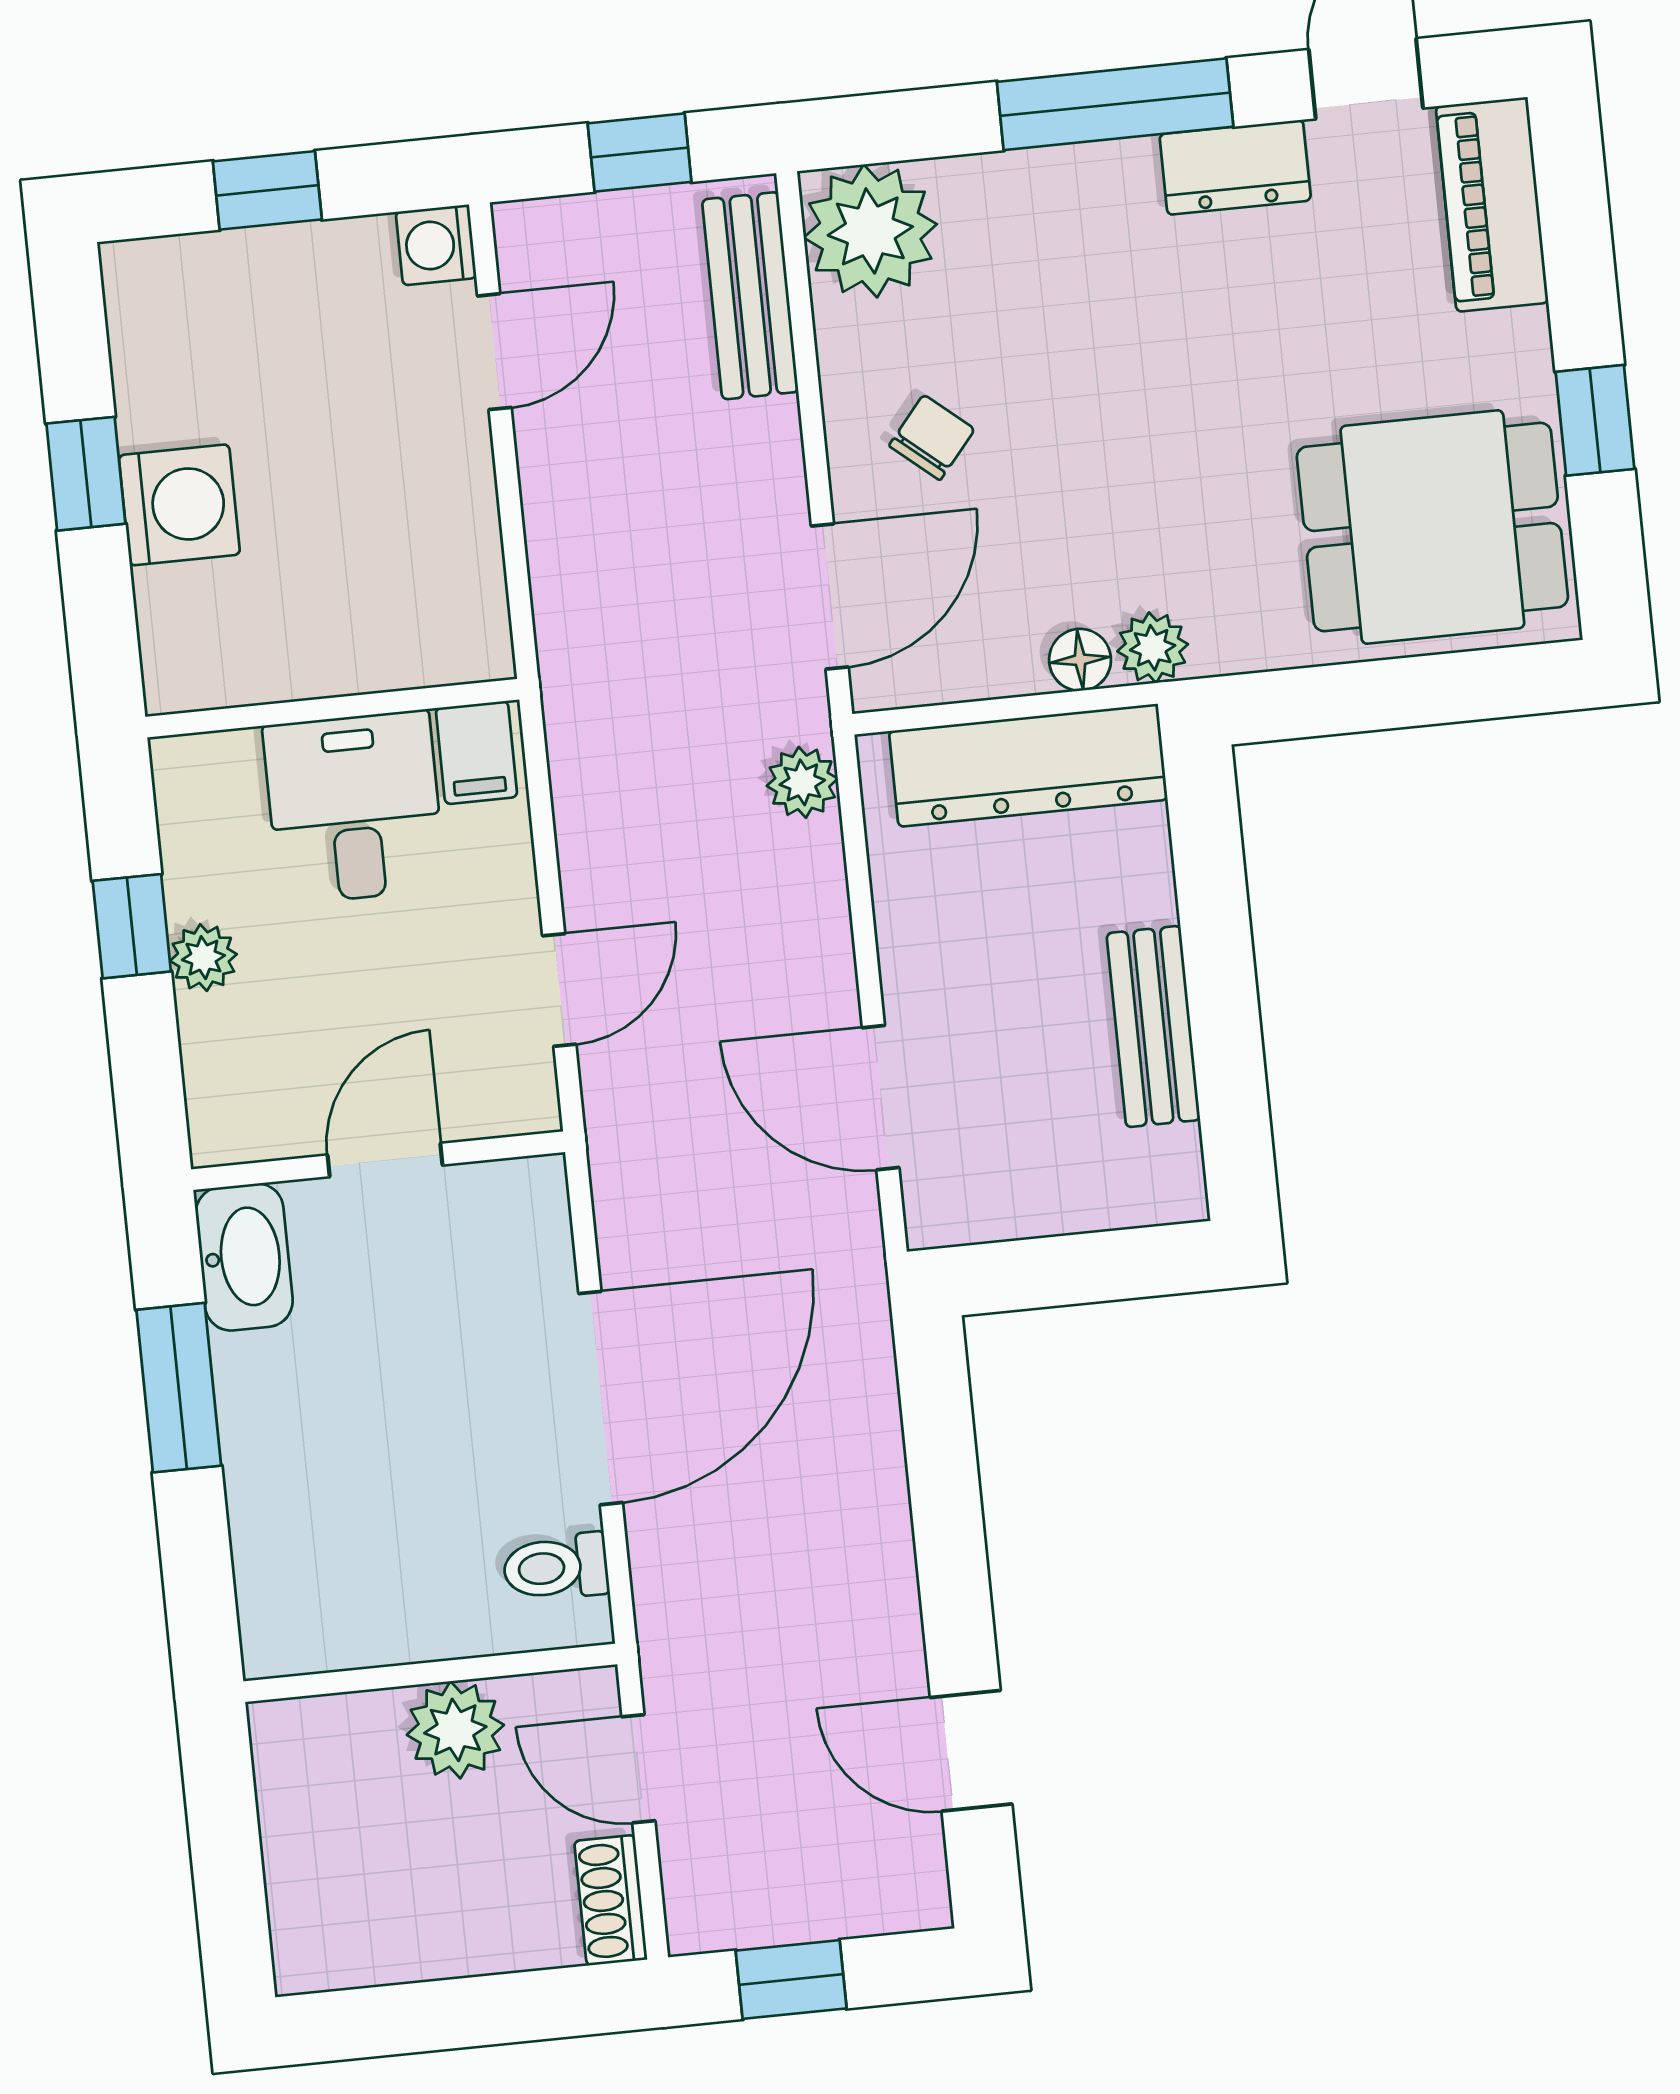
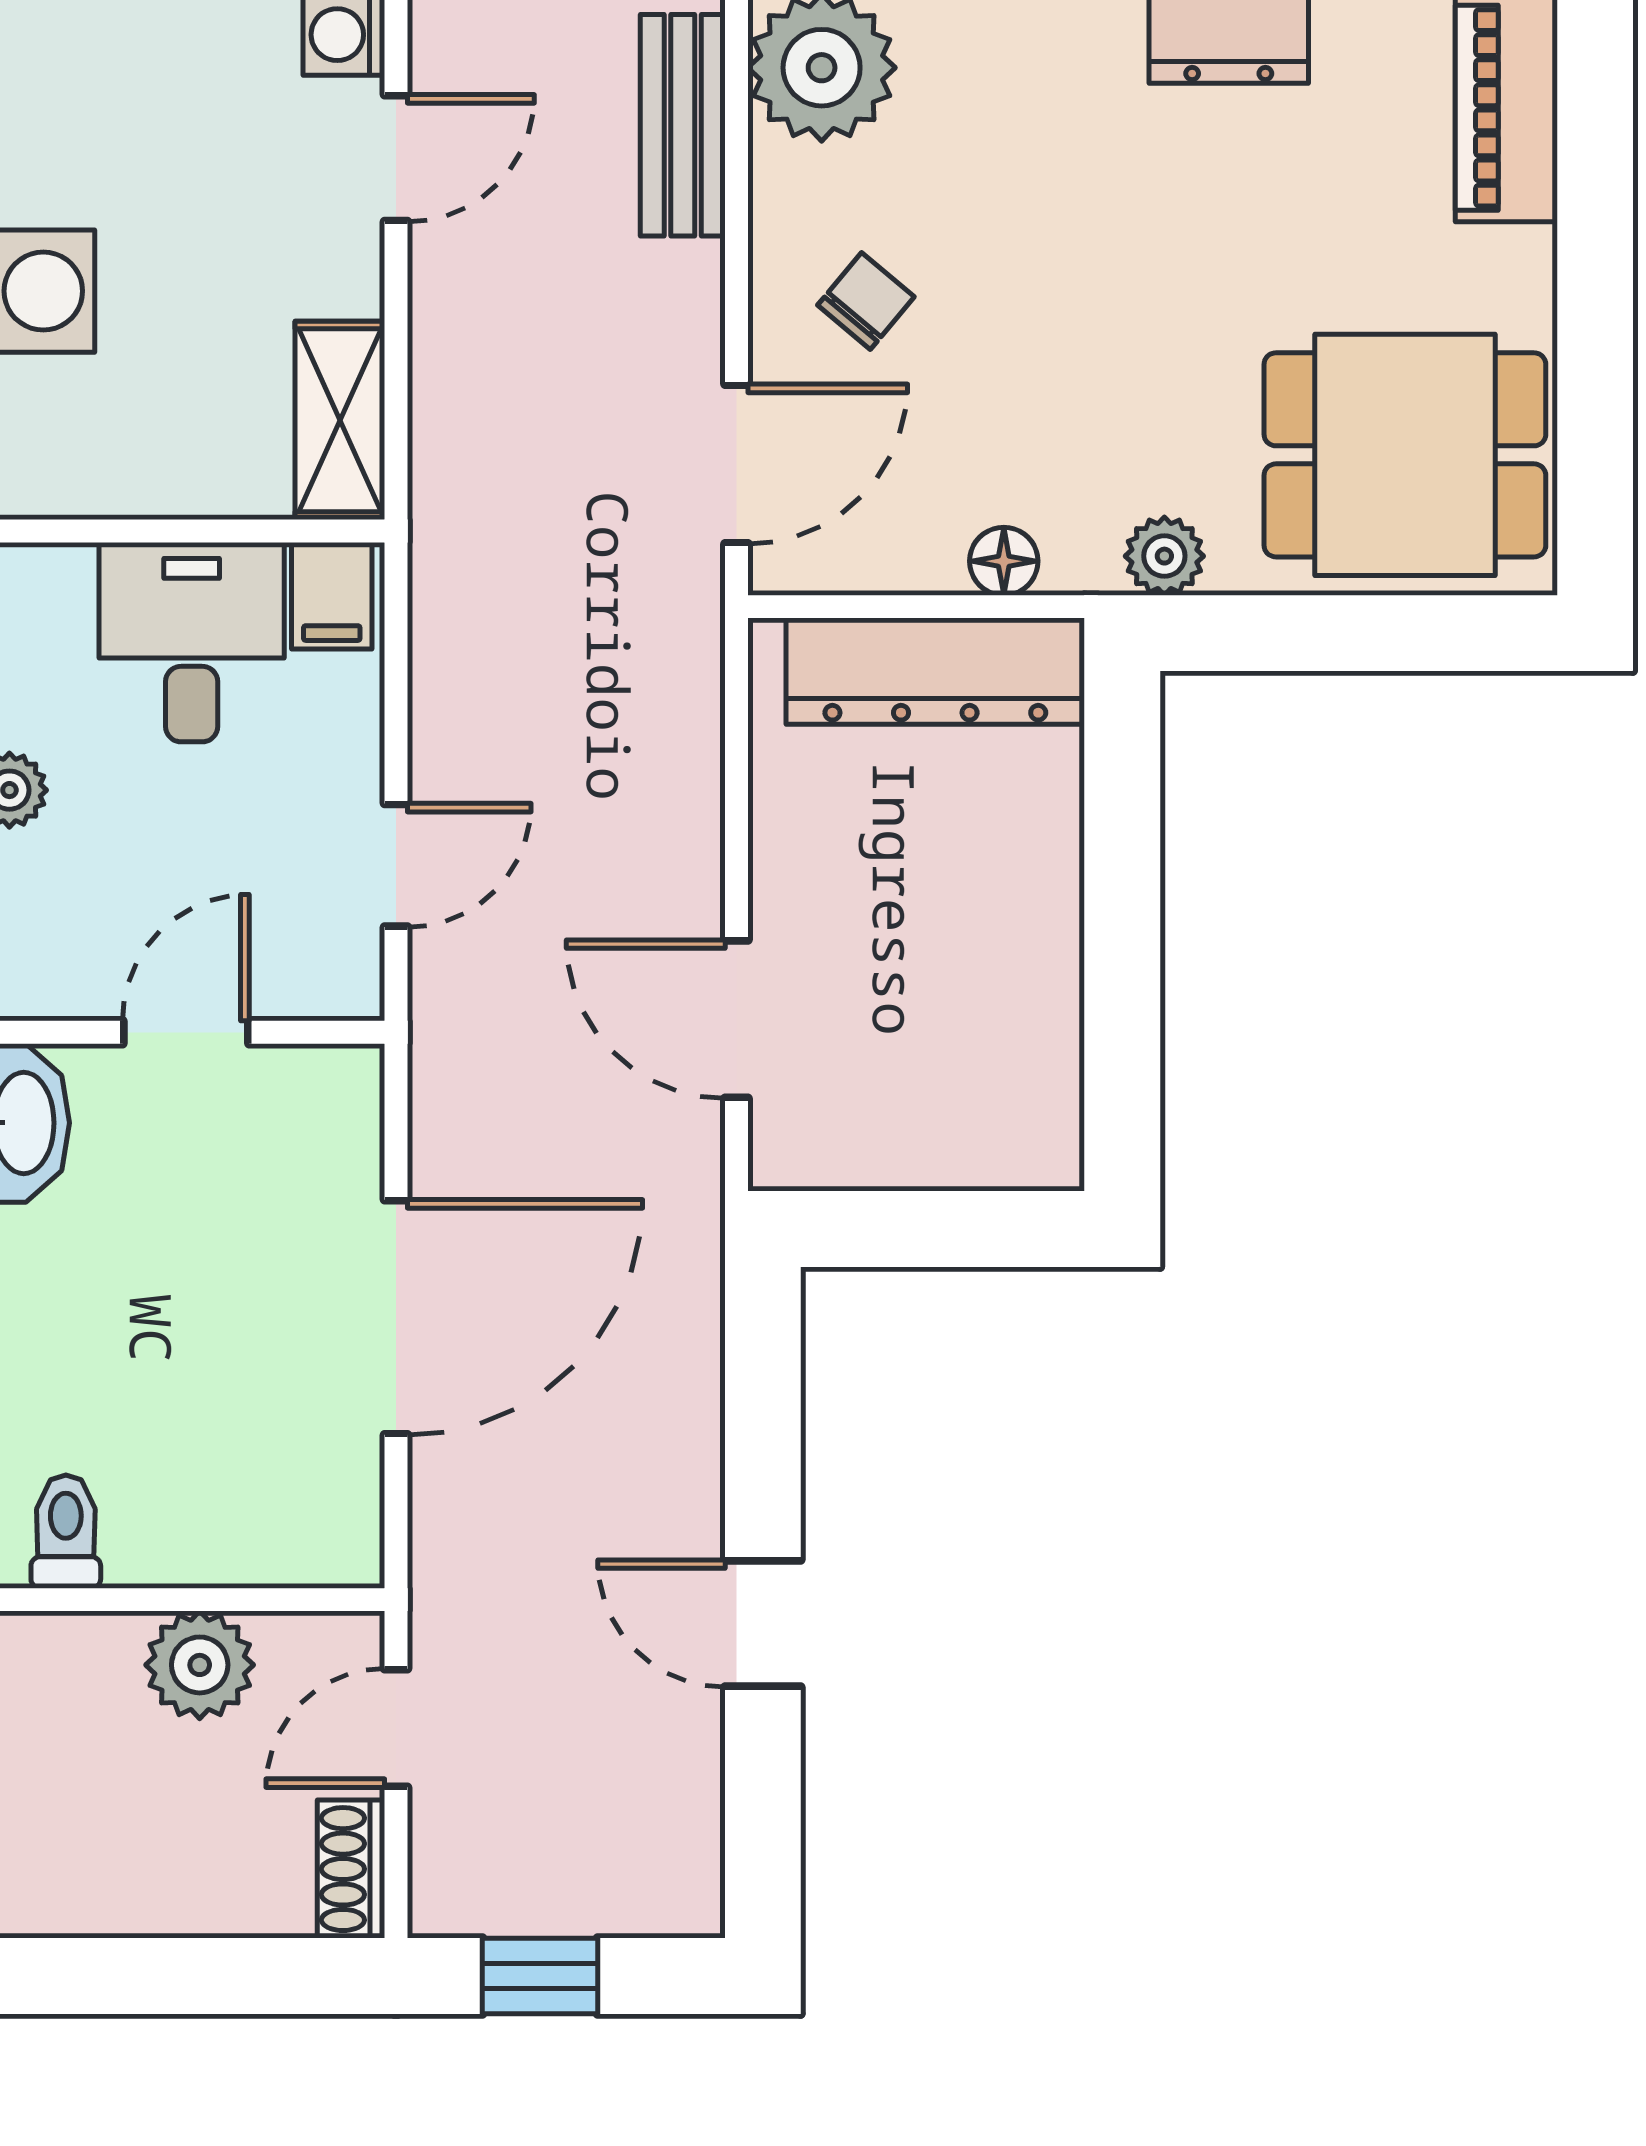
window: (1595, 420) -> (1595, 356), removed
shelving: (468, 593) -> (340, 420), added
plant: (1153, 648) -> (1164, 556), moved
plant: (802, 782) -> (686, 665), removed
bench: (1153, 1027) -> (1043, 972), removed
toilet: (556, 1567) -> (66, 1532), moved, turned 90
door: (971, 1751) -> (763, 1624), moved
door: (638, 1769) -> (396, 1728), hinge flipped

